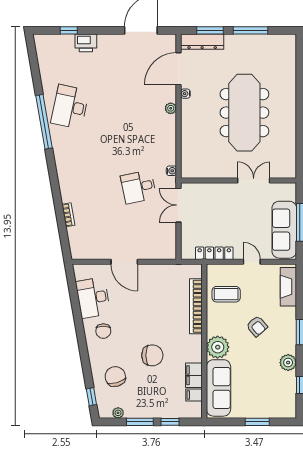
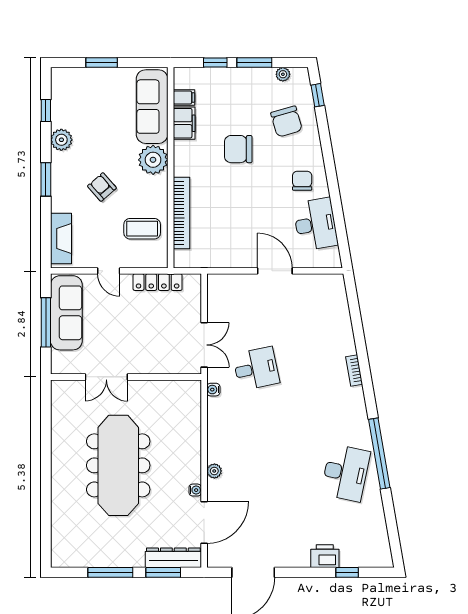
bookcase: (68, 215) -> (354, 370), moved

